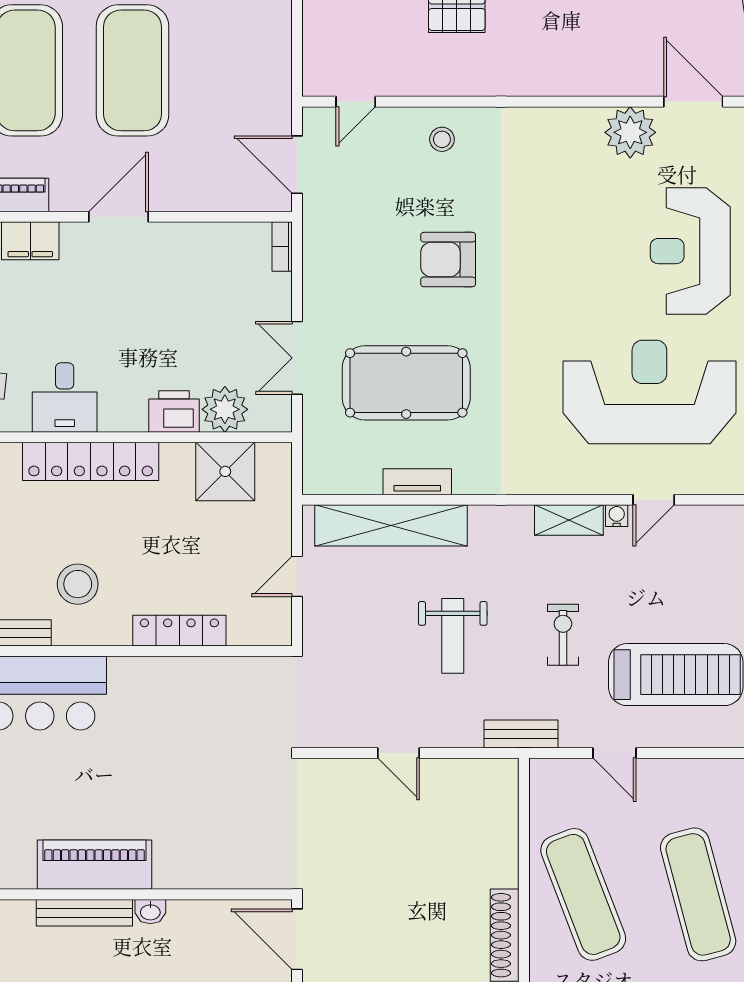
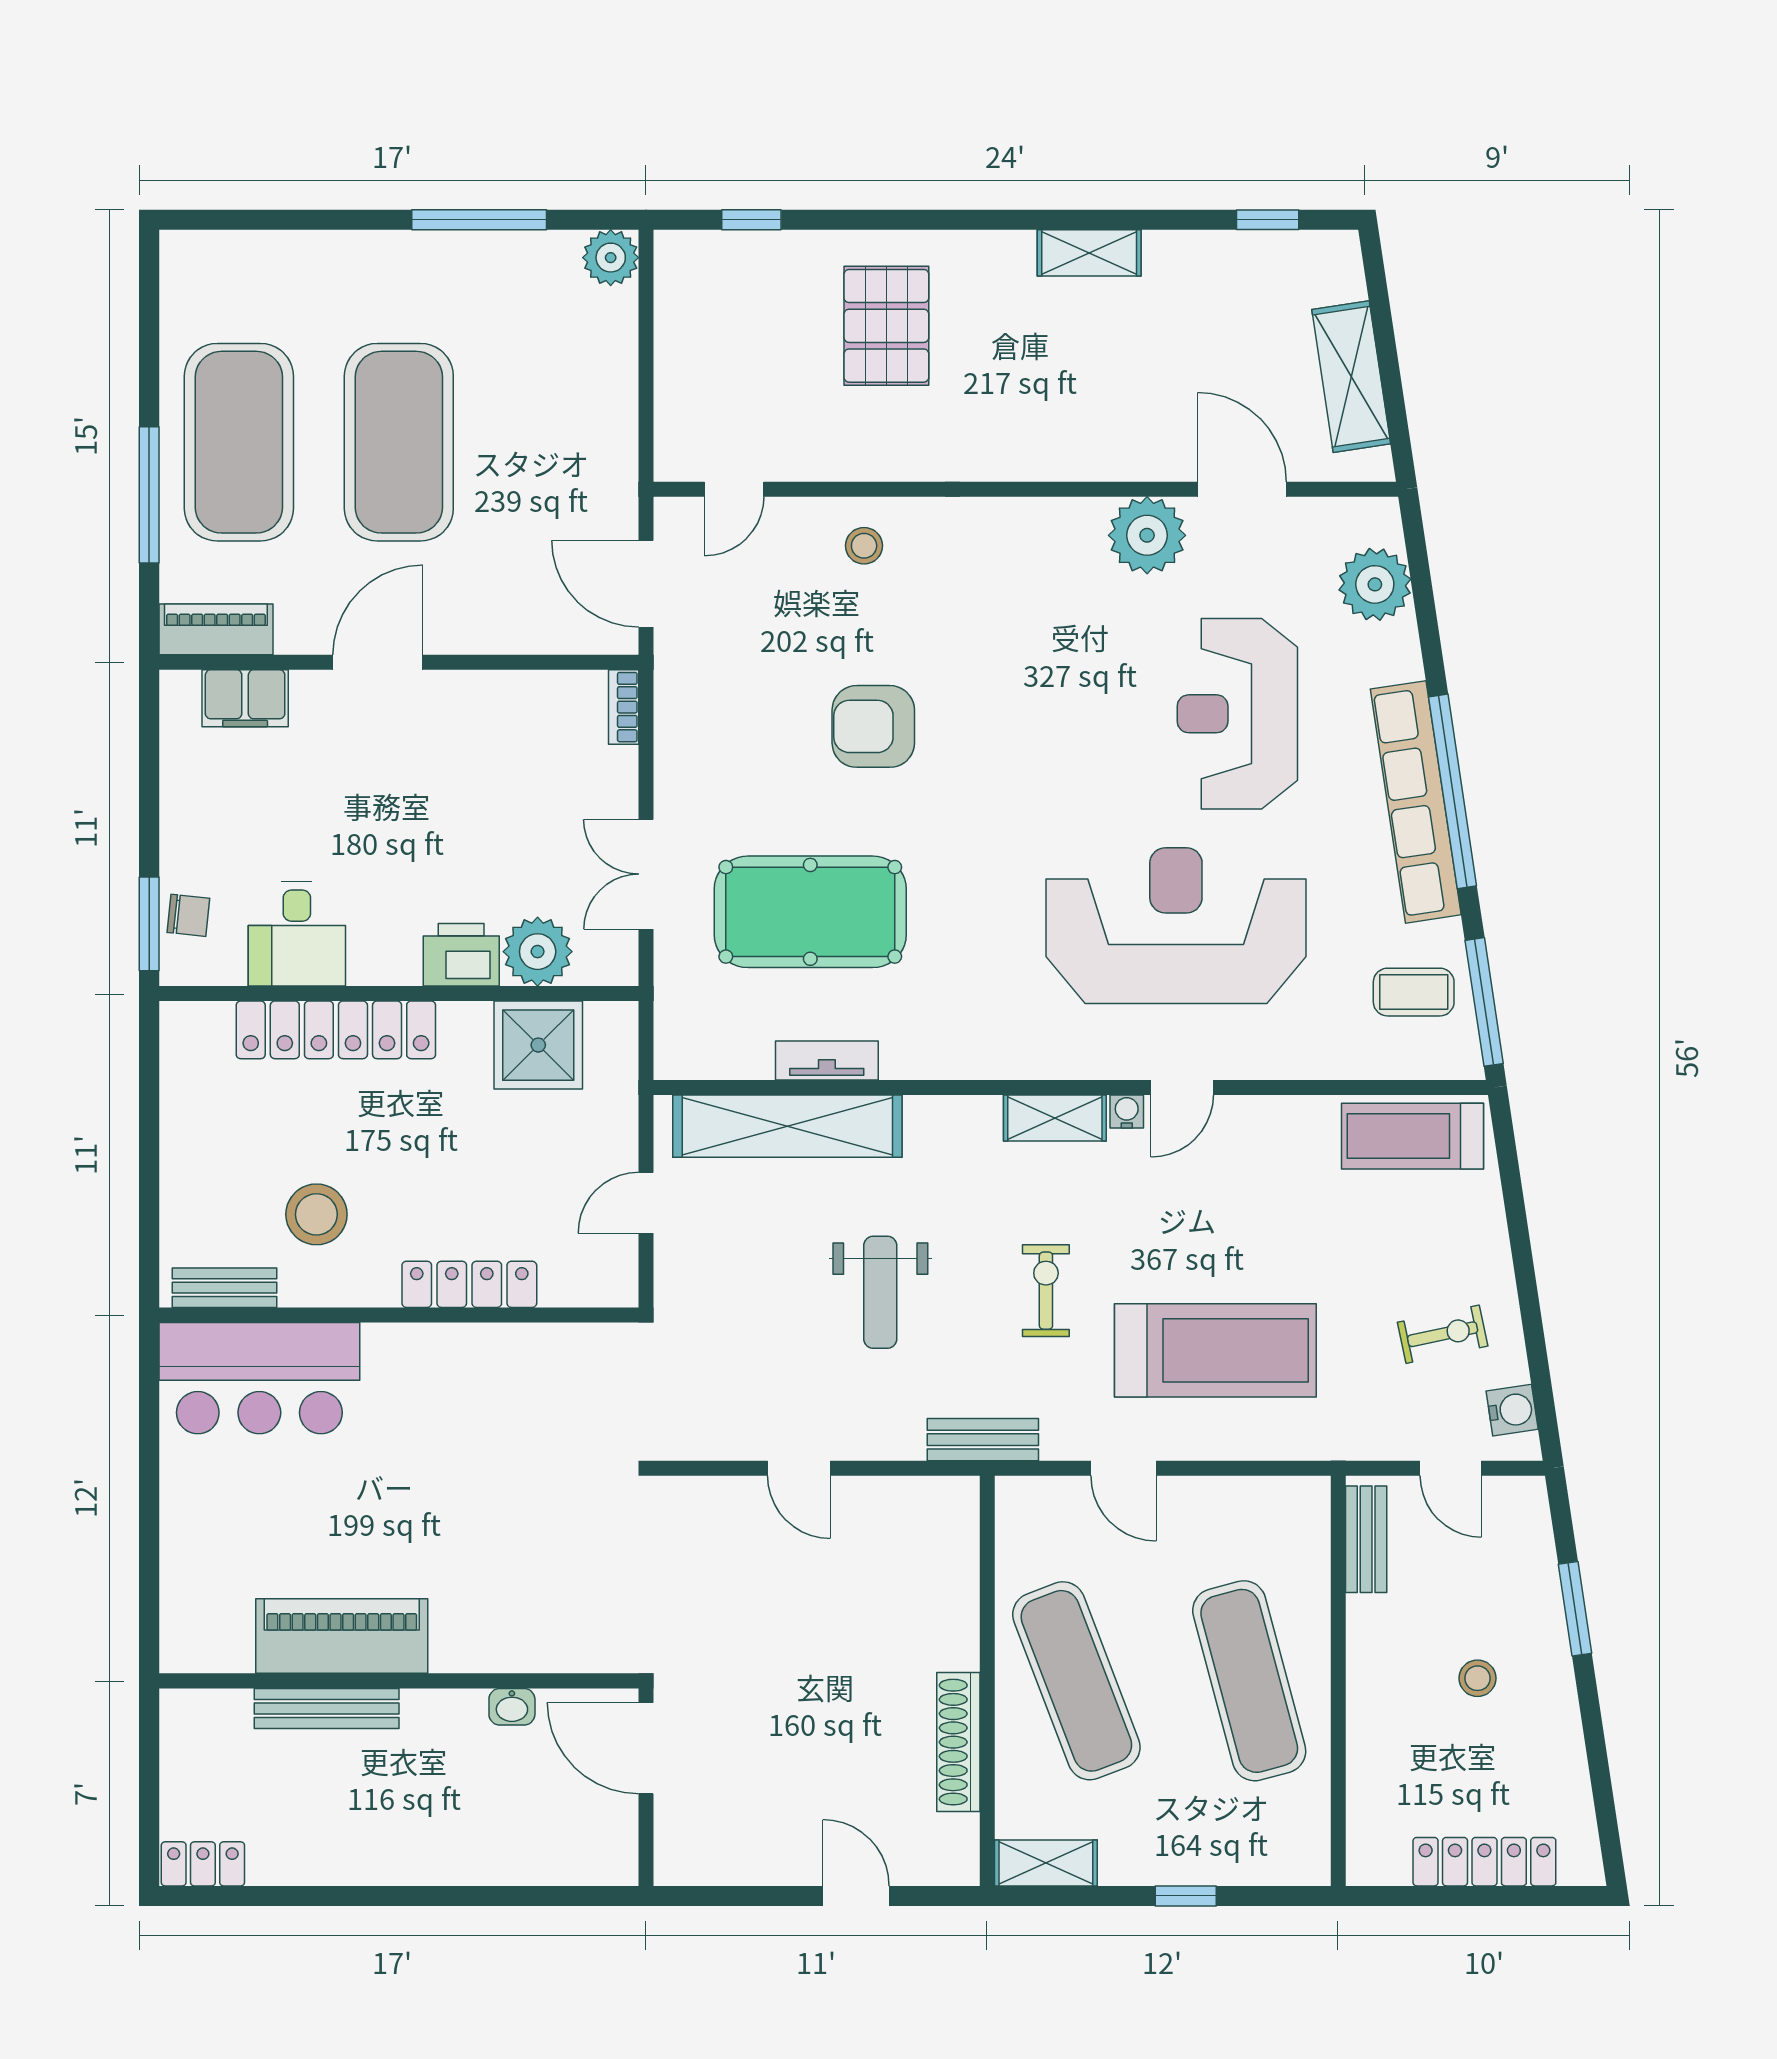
washbasin: (150, 912) -> (512, 1707), moved

